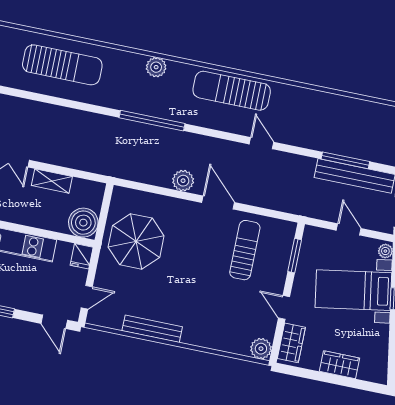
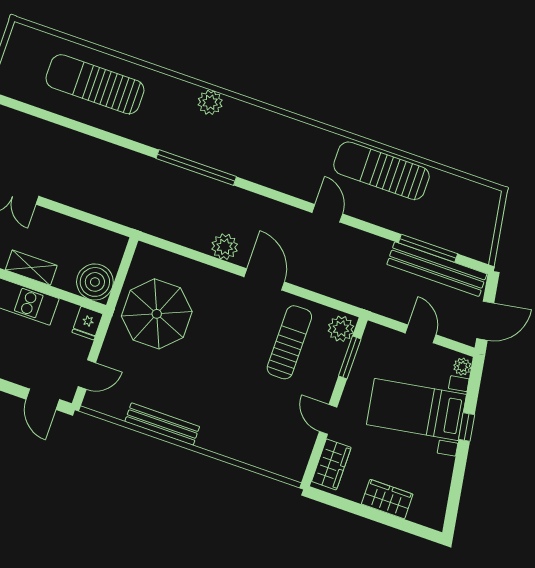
sun lounger: (62, 65) -> (95, 84), turned 180
sun lounger: (232, 91) -> (381, 171), moved
shelving: (52, 181) -> (31, 268), moved
plant: (261, 349) -> (341, 329), moved

